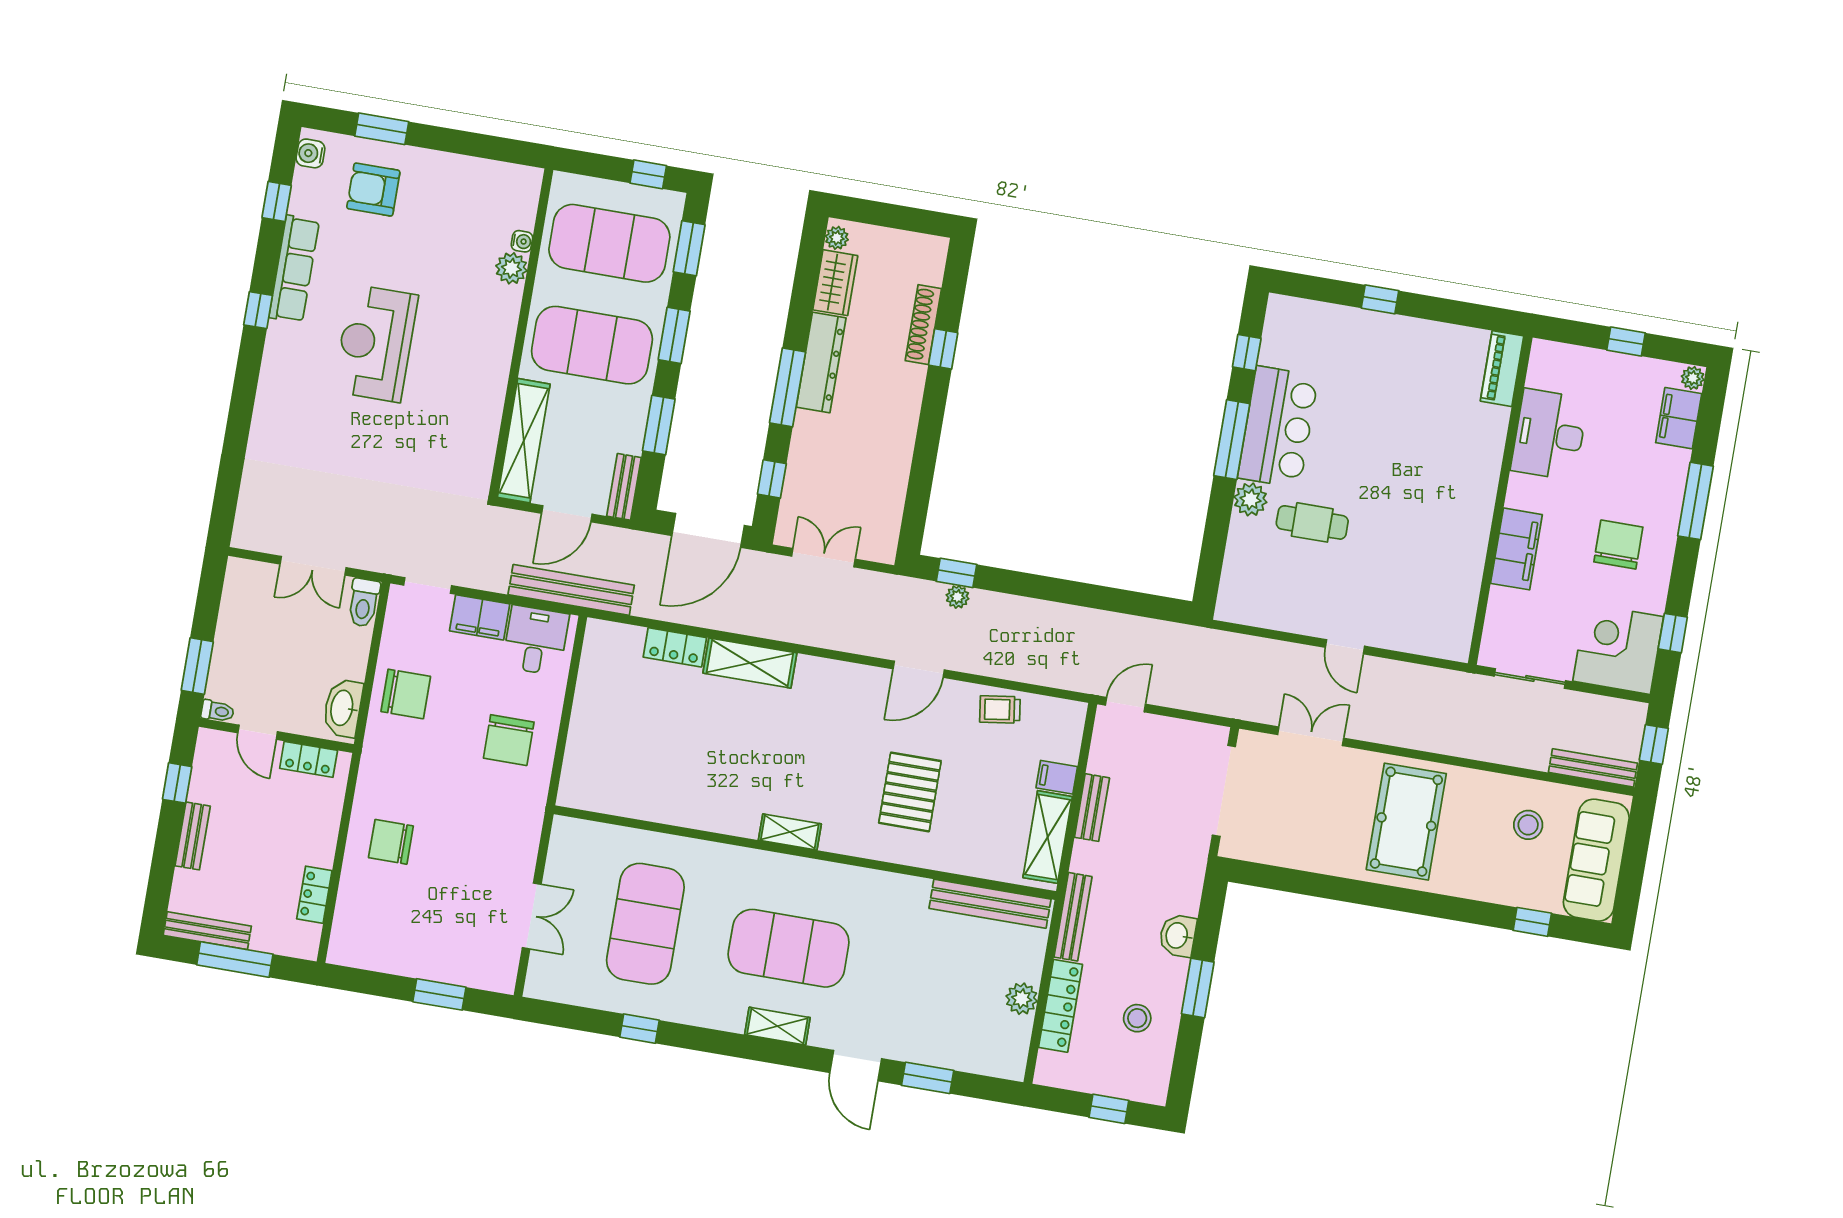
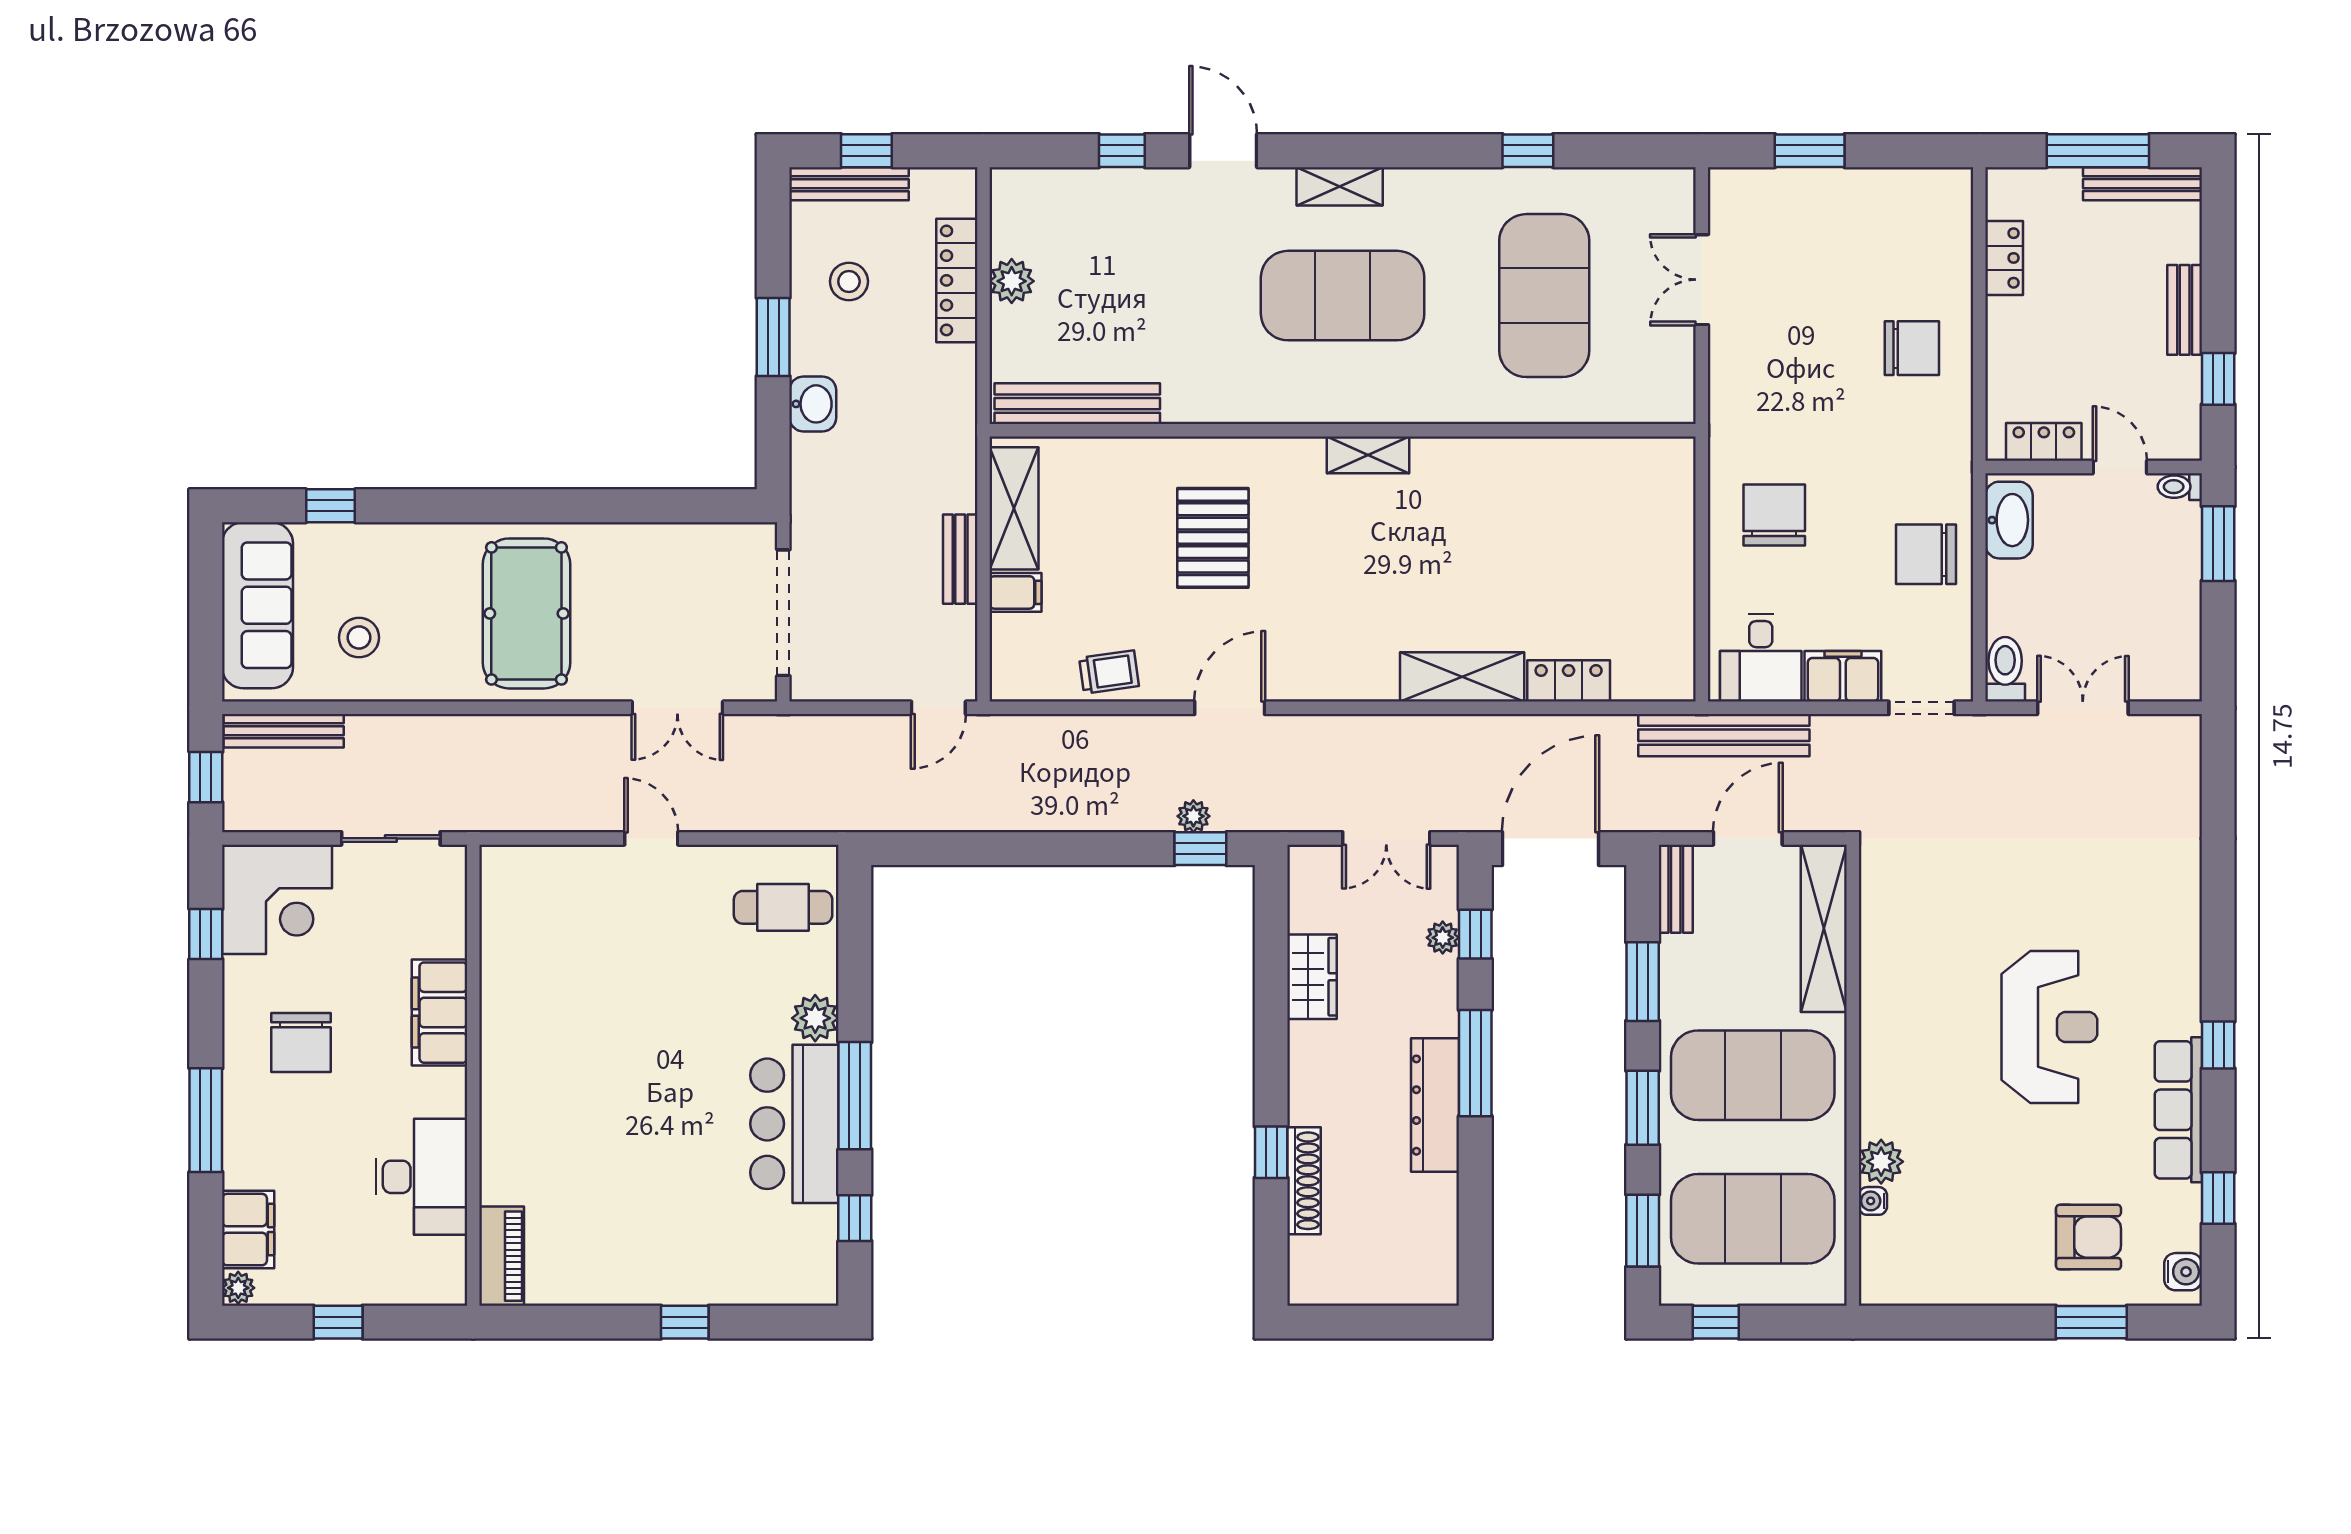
plant: (837, 238) -> (1443, 938), moved
wardrobe: (835, 283) -> (1312, 977), moved, turned 180
cafe table: (1312, 522) -> (783, 907), moved
bench: (1073, 917) -> (849, 184), moved, turned 90
window: (928, 1078) -> (1122, 151), width x0.67

